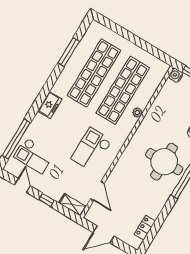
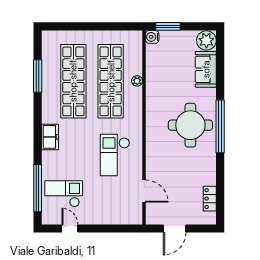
plant: (137, 113) -> (137, 81), moved
checkout: (34, 156) -> (64, 194), turned 180
window: (46, 200) -> (101, 228), removed
shelving: (73, 205) -> (128, 218), removed

